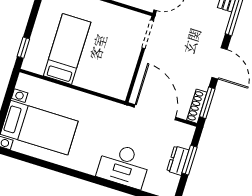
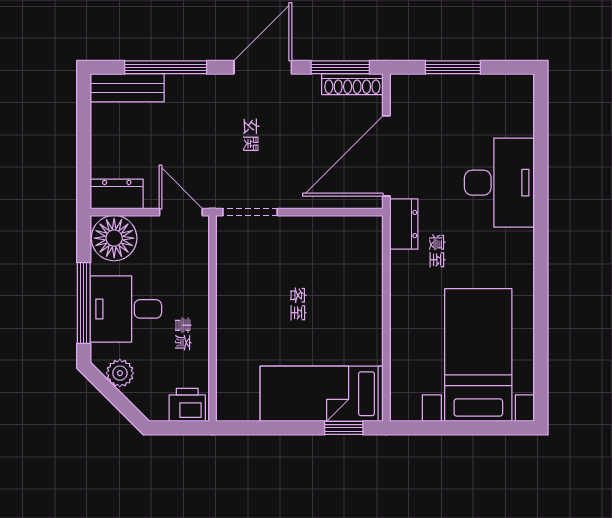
bed: (67, 49) -> (322, 394), moved
dresser: (178, 161) -> (404, 224), moved, turned -90

